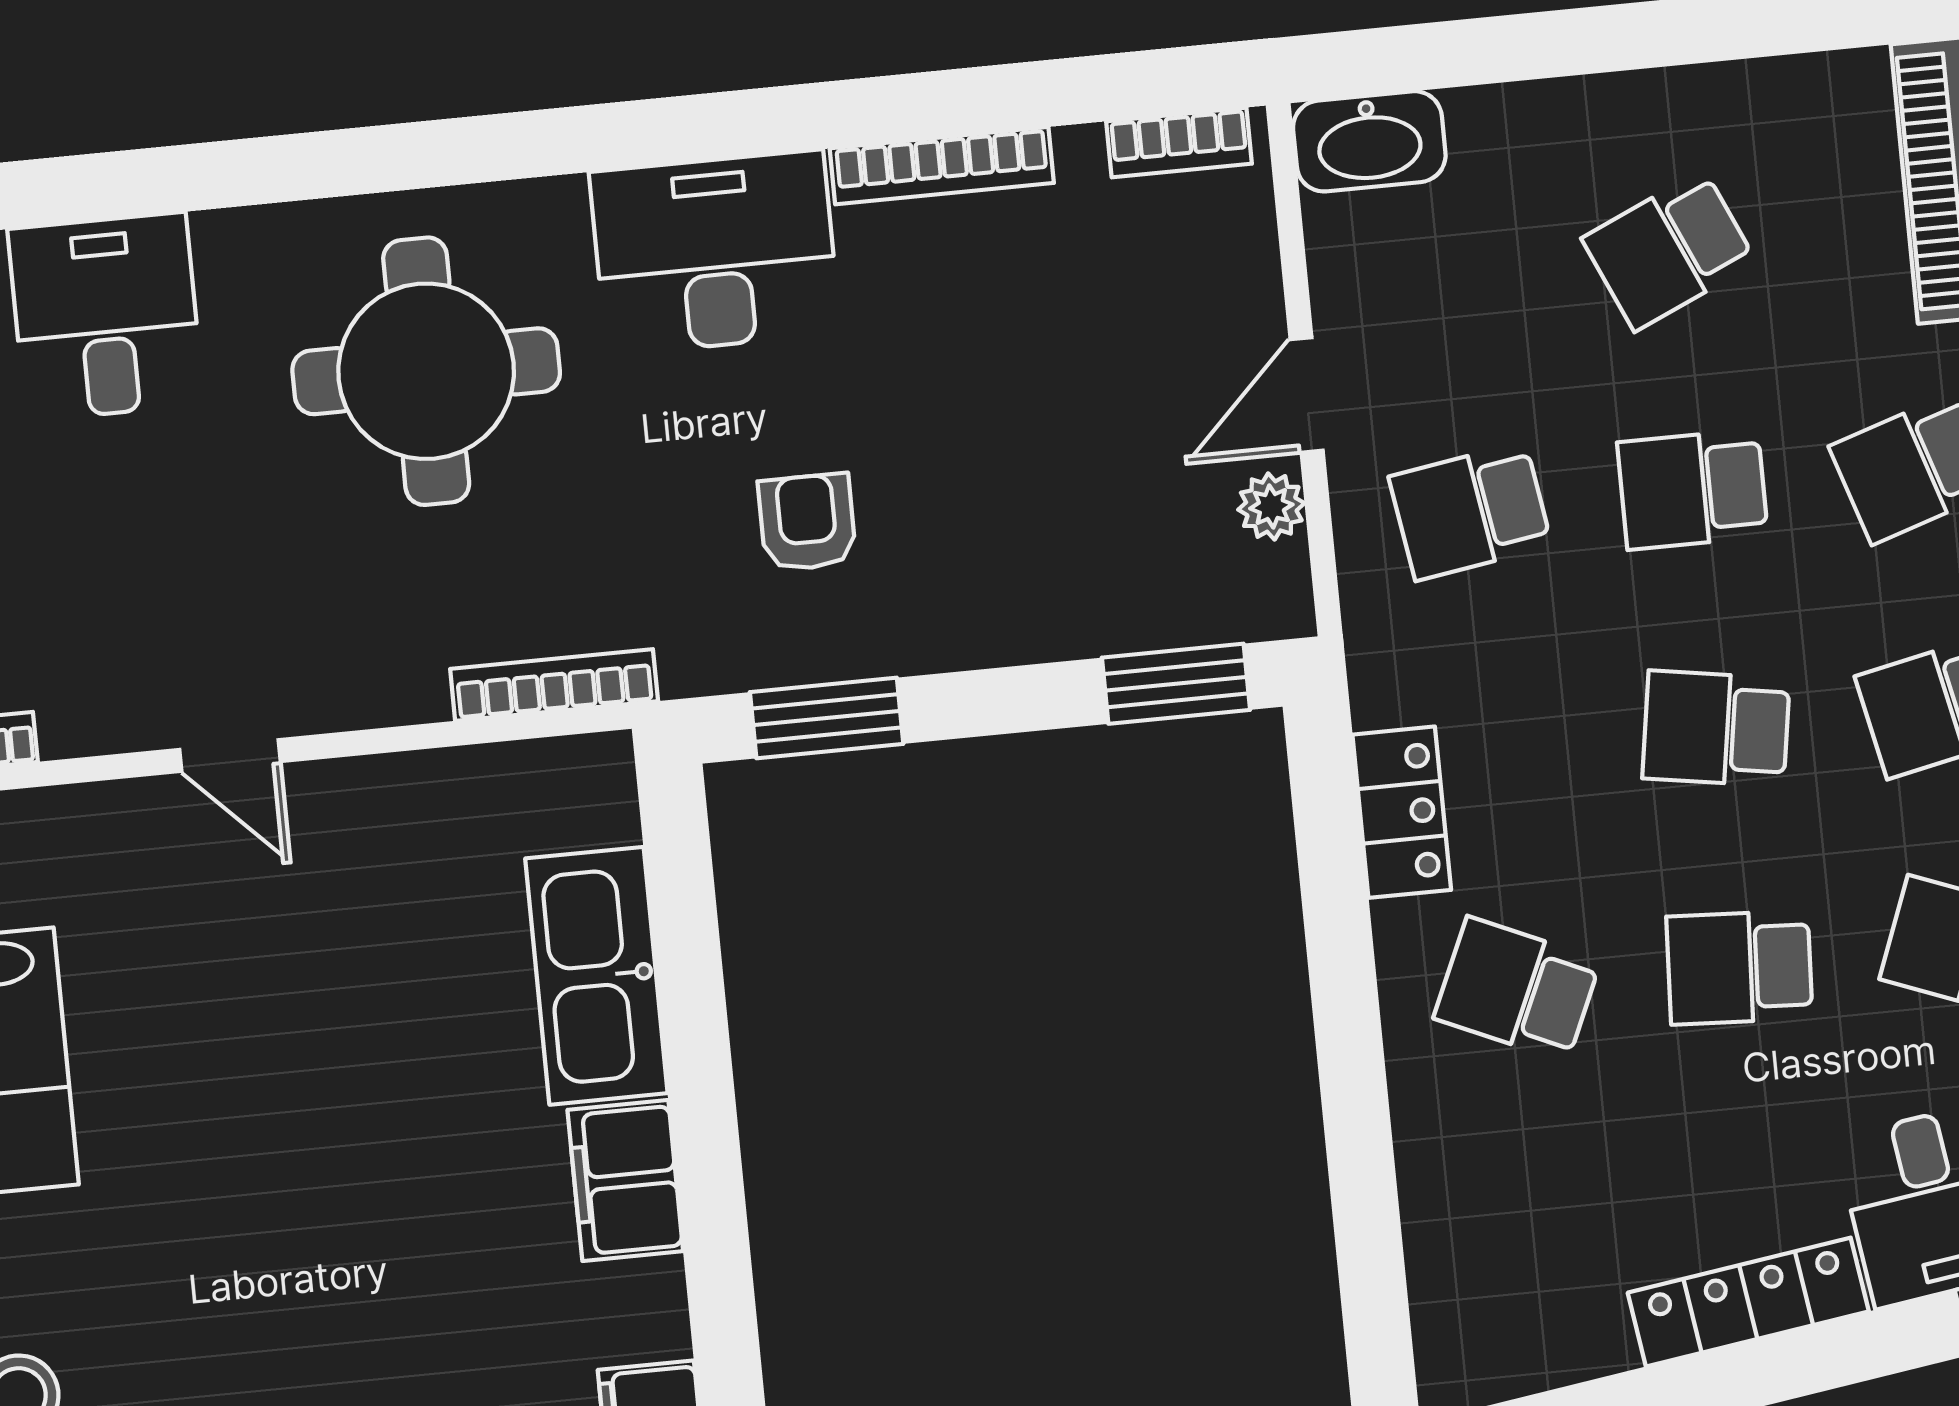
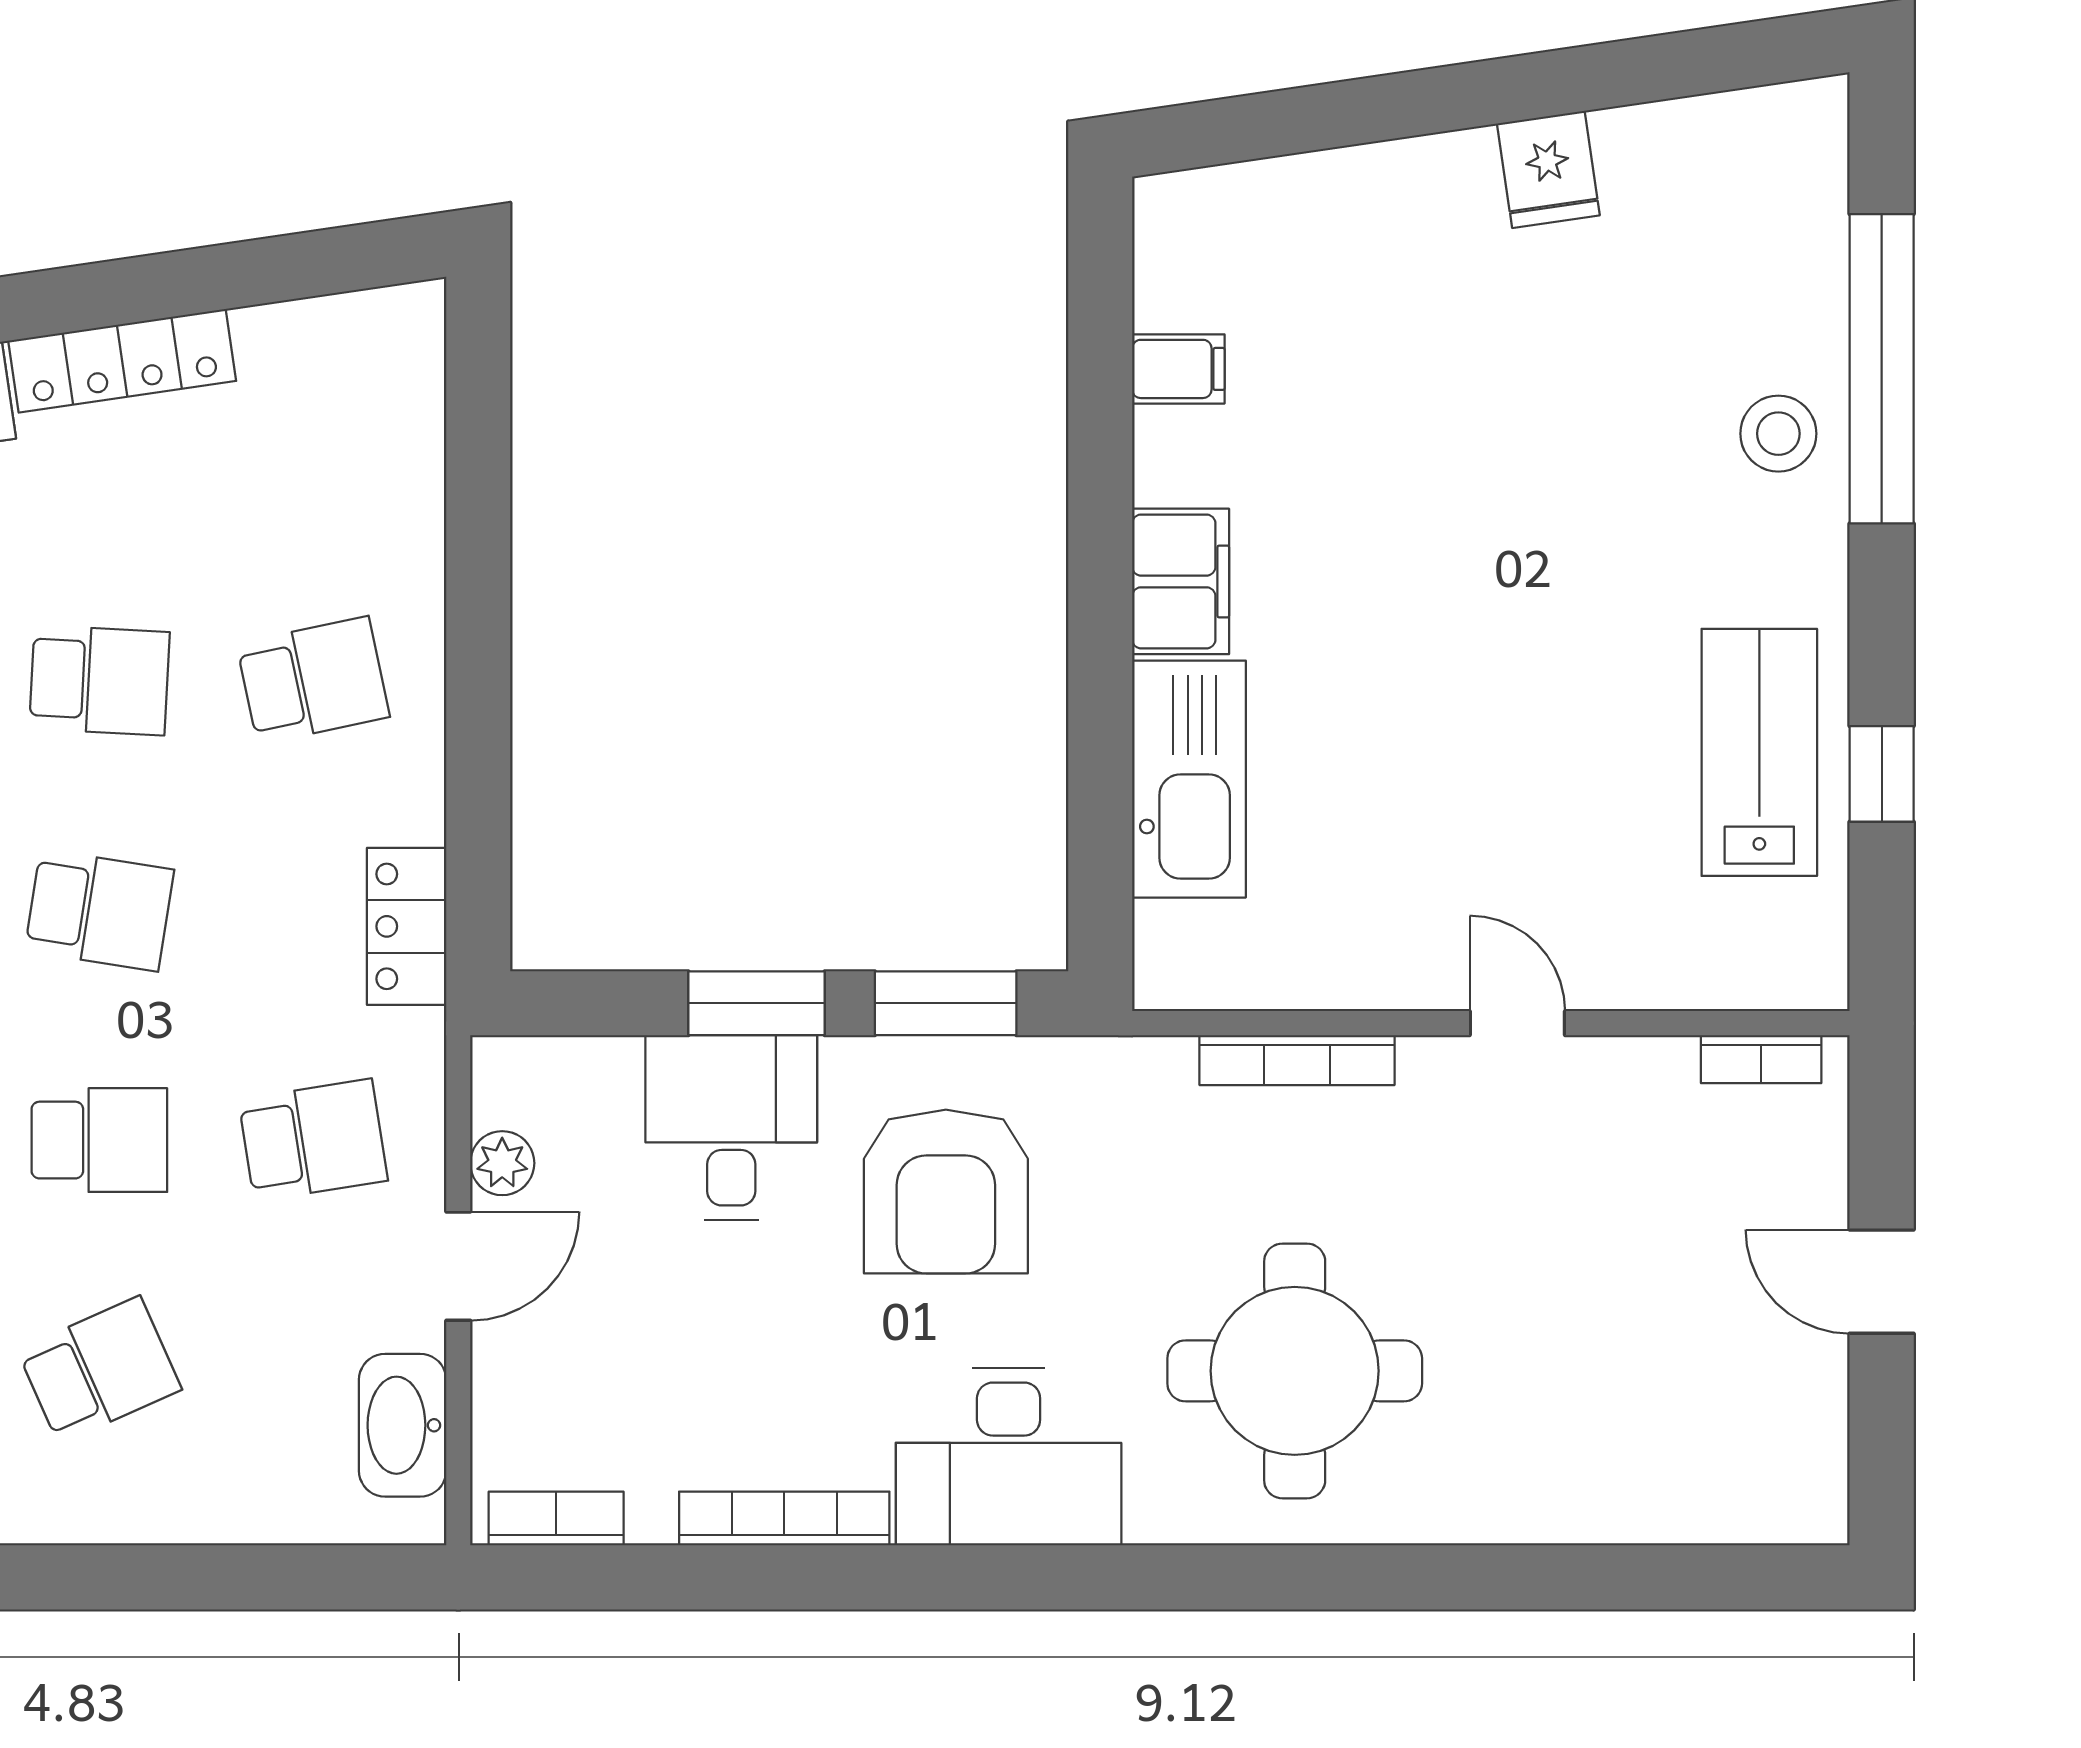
washbasin: (1369, 141) -> (403, 1425), moved, turned -90
desk: (106, 317) -> (731, 1128), moved, turned 180
armchair: (807, 522) -> (946, 1192), width x1.88, depth x1.88
window: (1176, 684) -> (757, 1003), moved
bookcase: (554, 685) -> (1297, 1060), moved
locker: (1402, 812) -> (407, 926), moved
school desk: (1517, 989) -> (313, 680), turned -36

